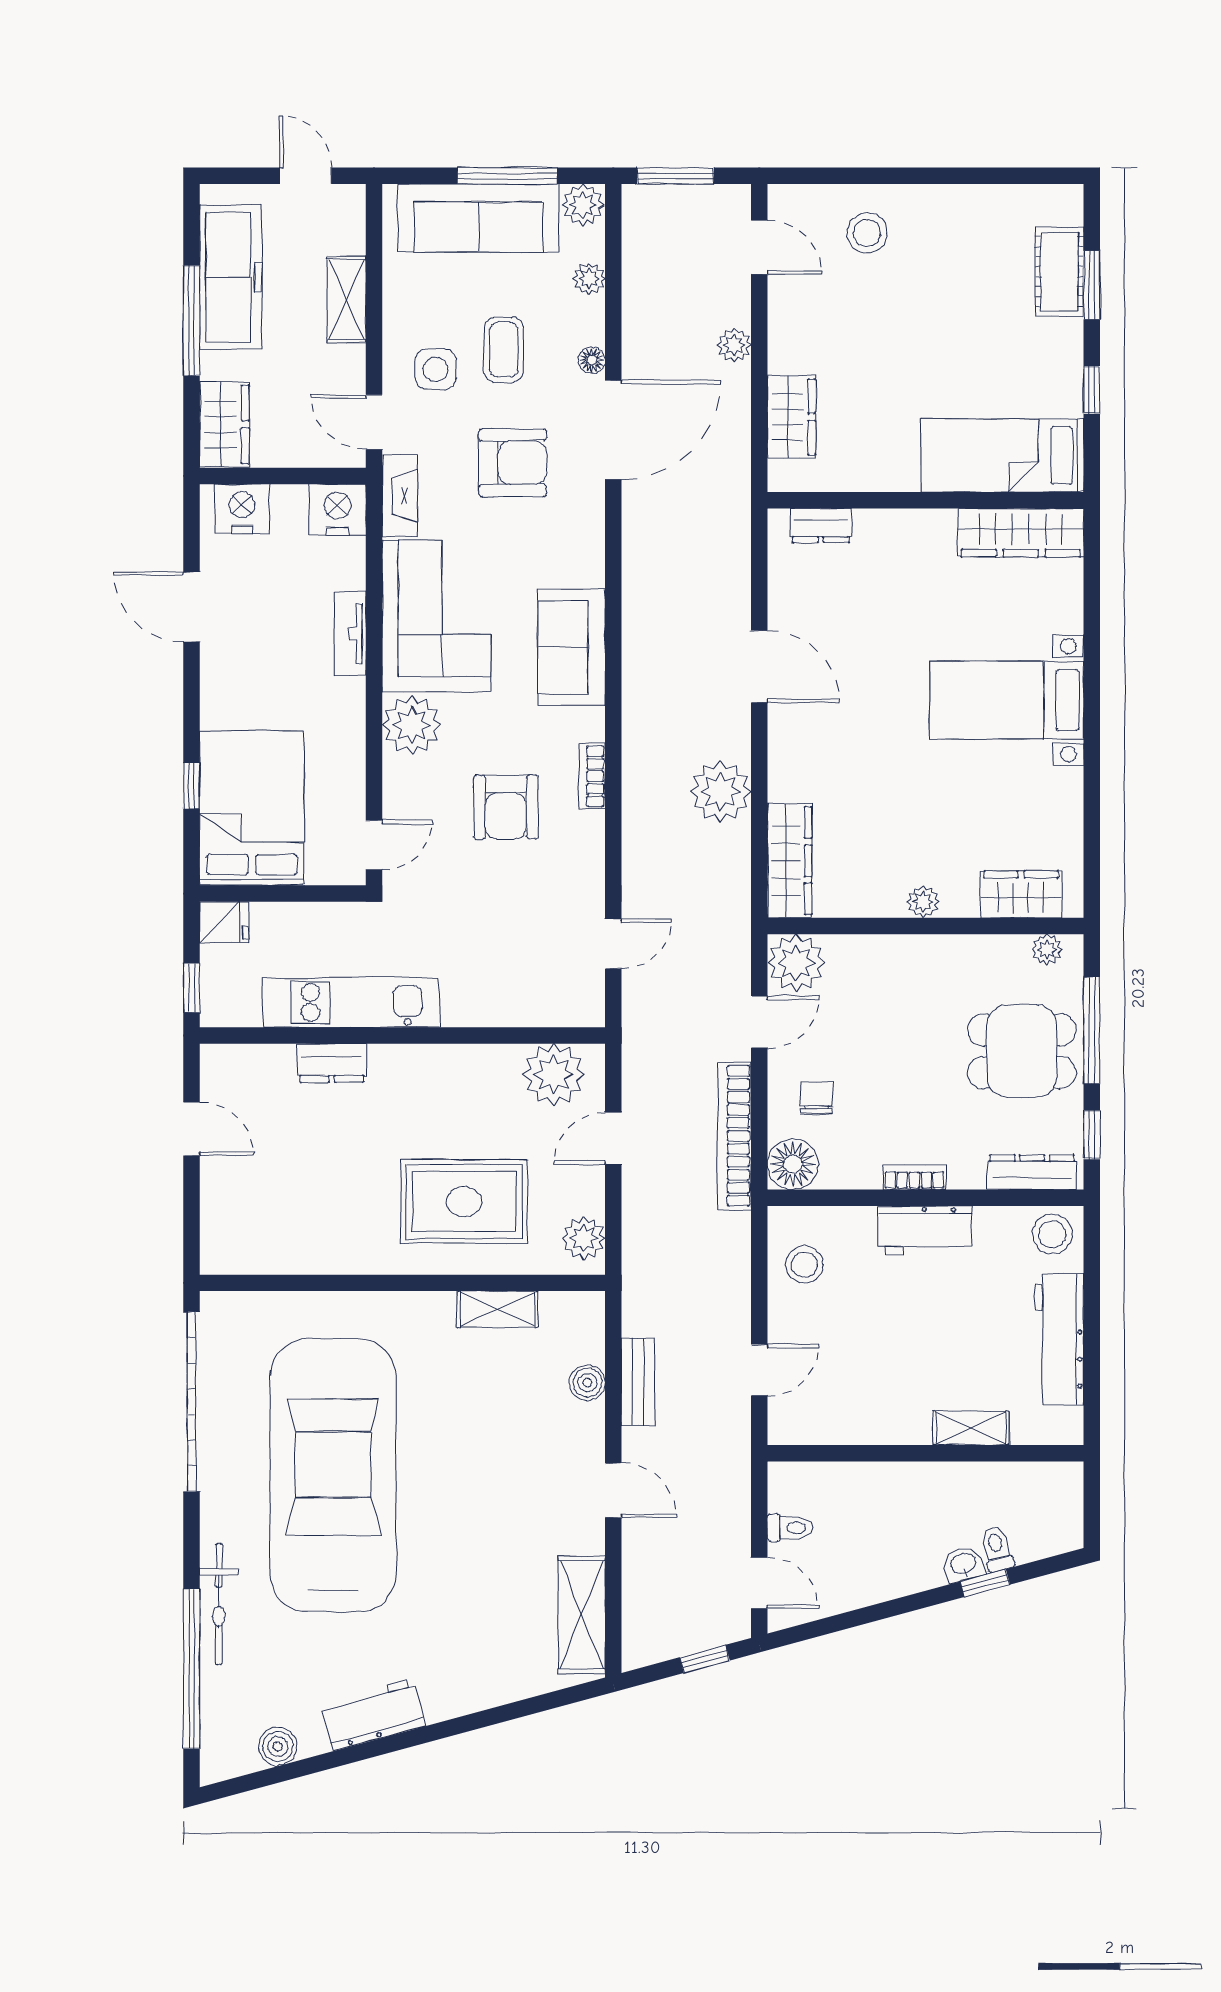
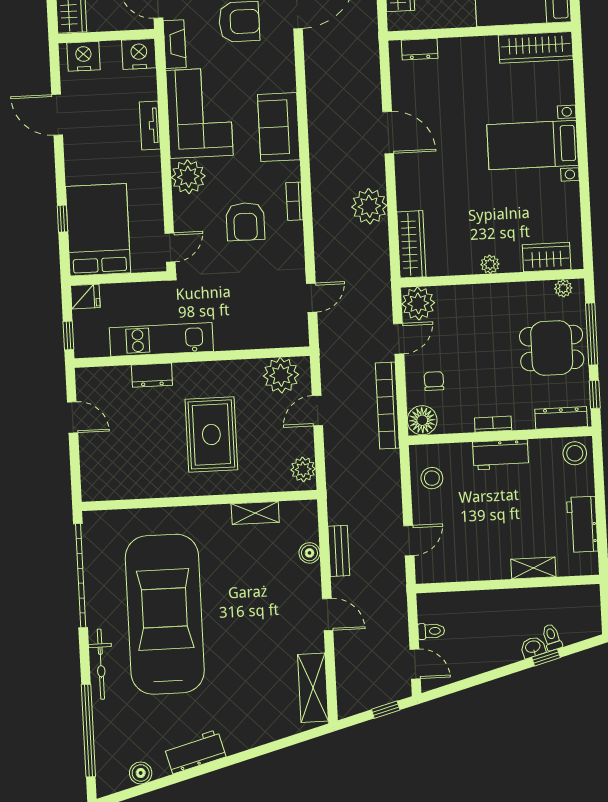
rug: (464, 1202) -> (211, 434), moved, turned 90
workbench: (1059, 1339) -> (582, 524), width x0.73
bicycle: (219, 1604) -> (101, 664), moved

